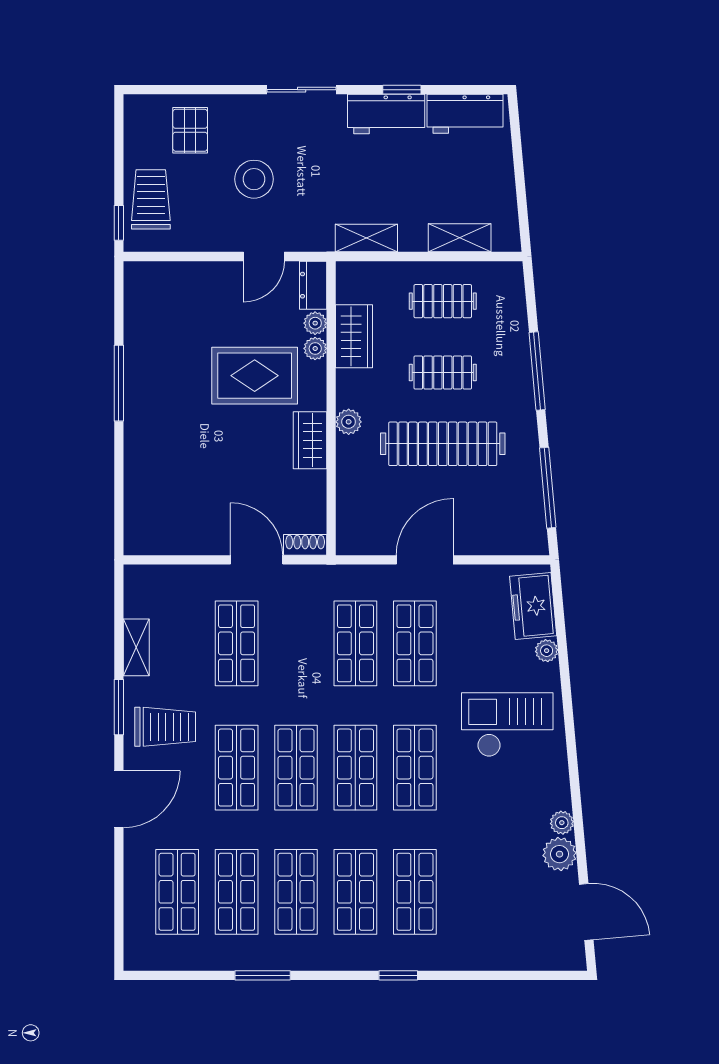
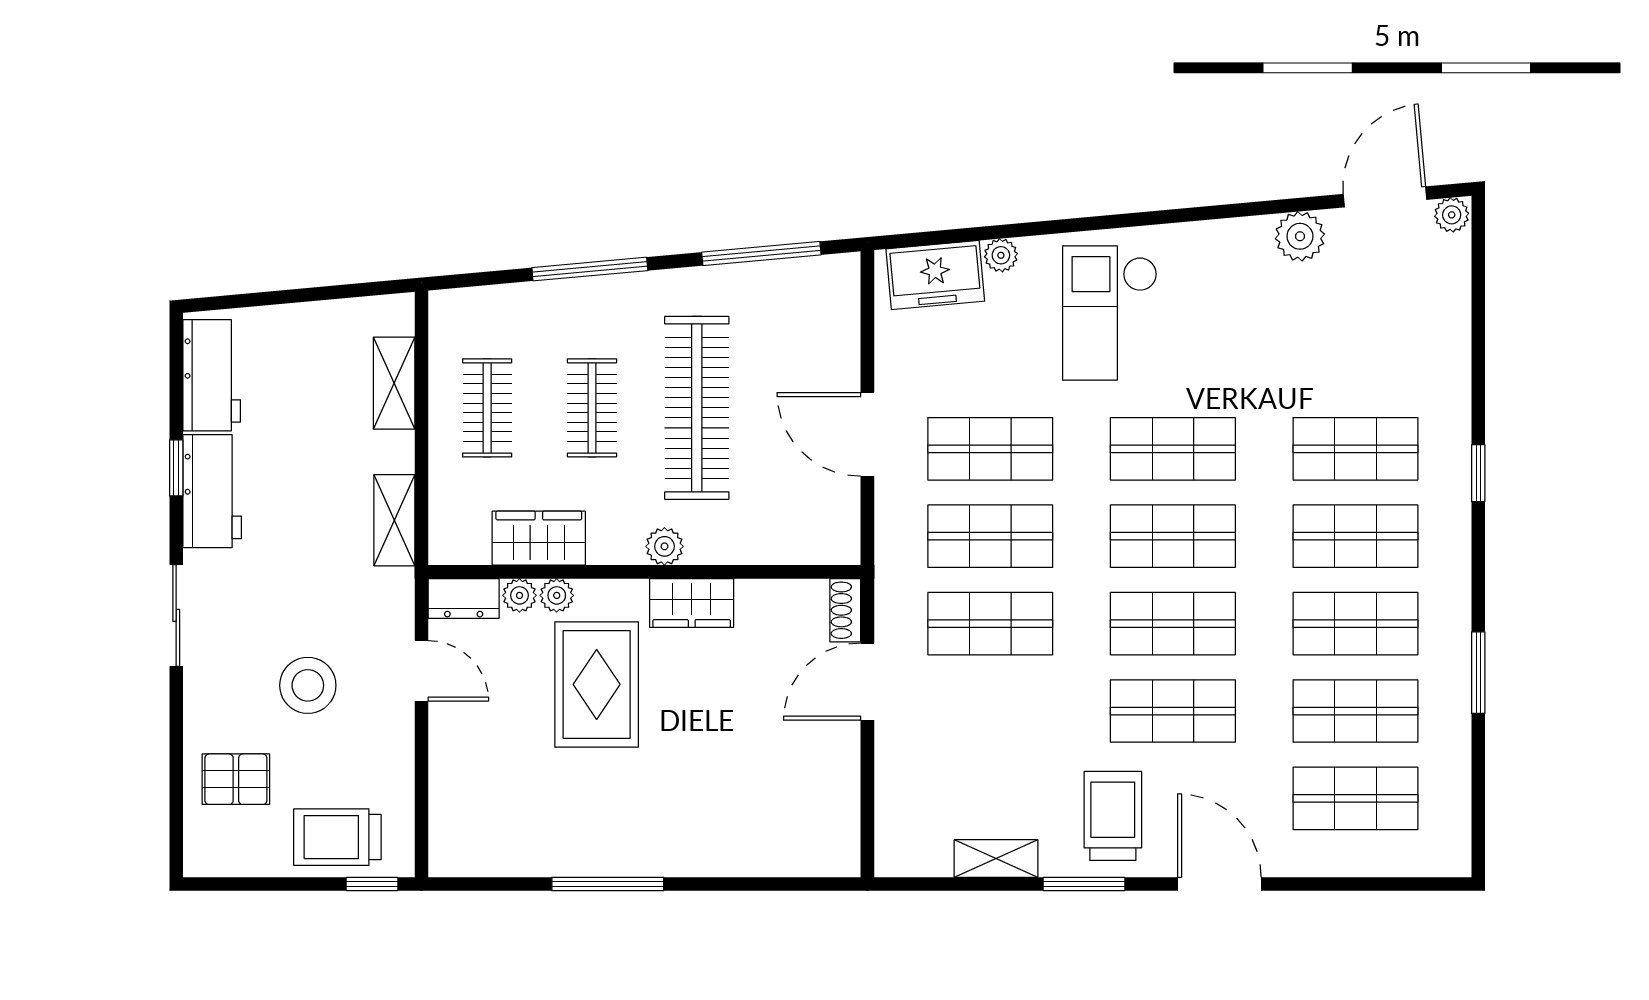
shop shelf: (237, 643) -> (990, 624), moved
plant: (562, 823) -> (1452, 215), moved

